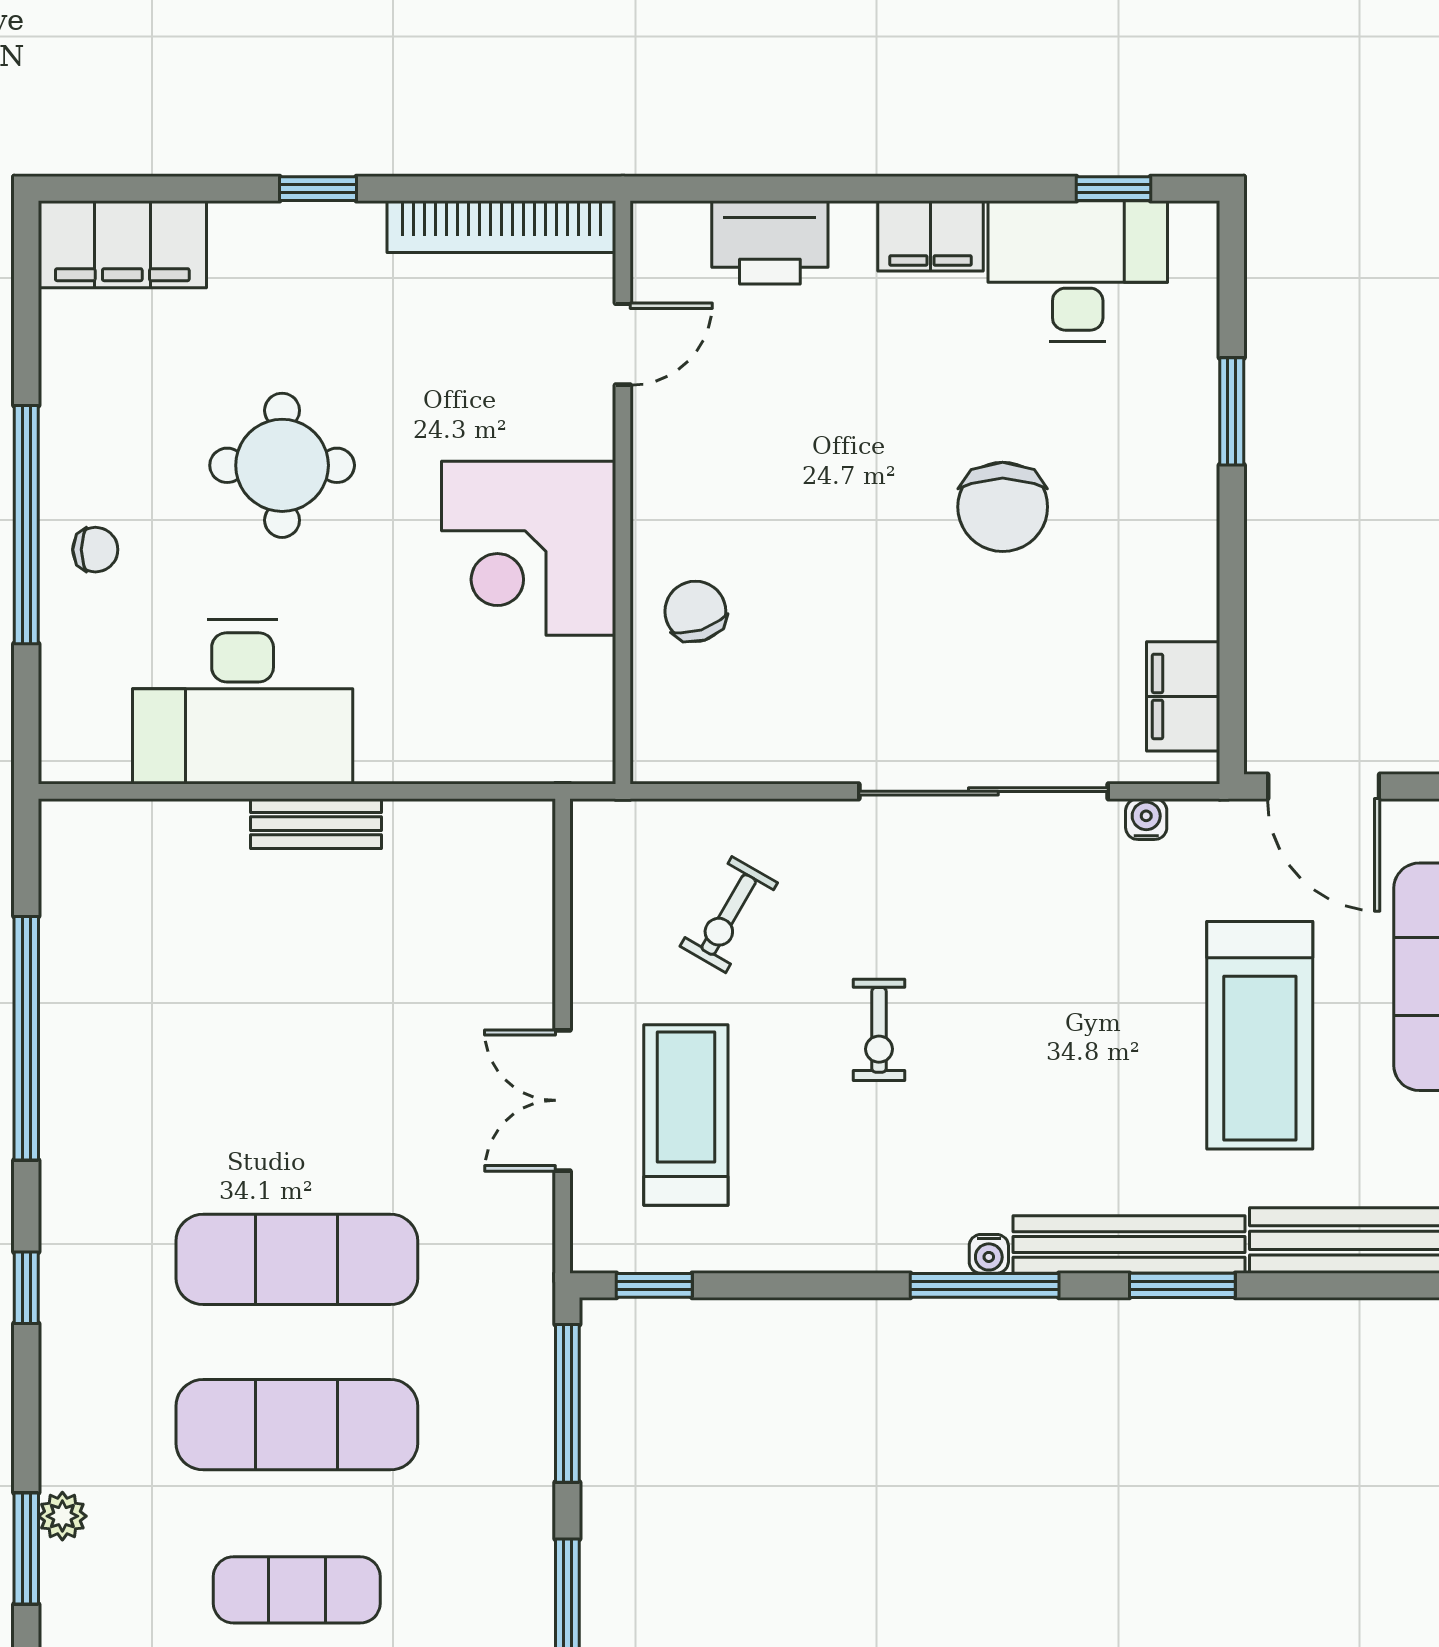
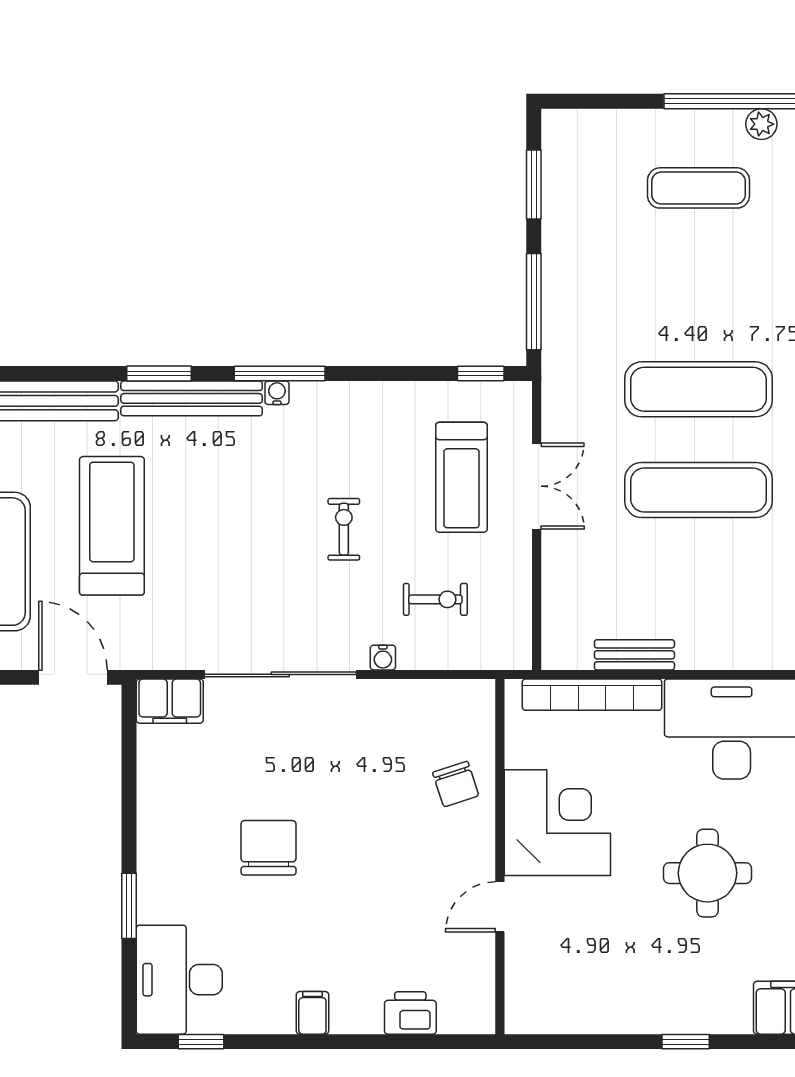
bookcase: (501, 227) -> (592, 695), moved, turned 180
filing cabinet: (930, 236) -> (312, 1013), width x0.50
printer: (770, 242) -> (410, 1013), width x0.73, depth x0.84
desk: (1078, 271) -> (179, 980), moved, turned 90
door: (623, 344) -> (500, 907), moved
filing cabinet: (1183, 696) -> (170, 701), moved, turned 90
water cooler: (1146, 819) -> (383, 658), moved
bench: (316, 824) -> (634, 655), moved
exercise bike: (729, 915) -> (435, 599), turned 60
exercise mat: (297, 1425) -> (699, 490), moved

